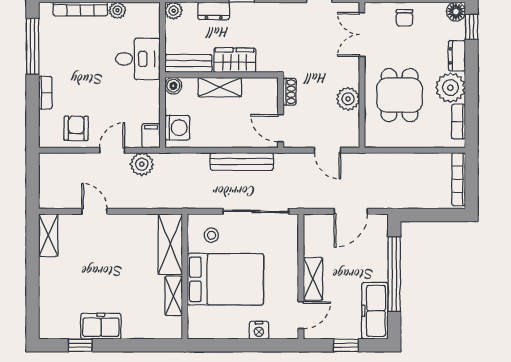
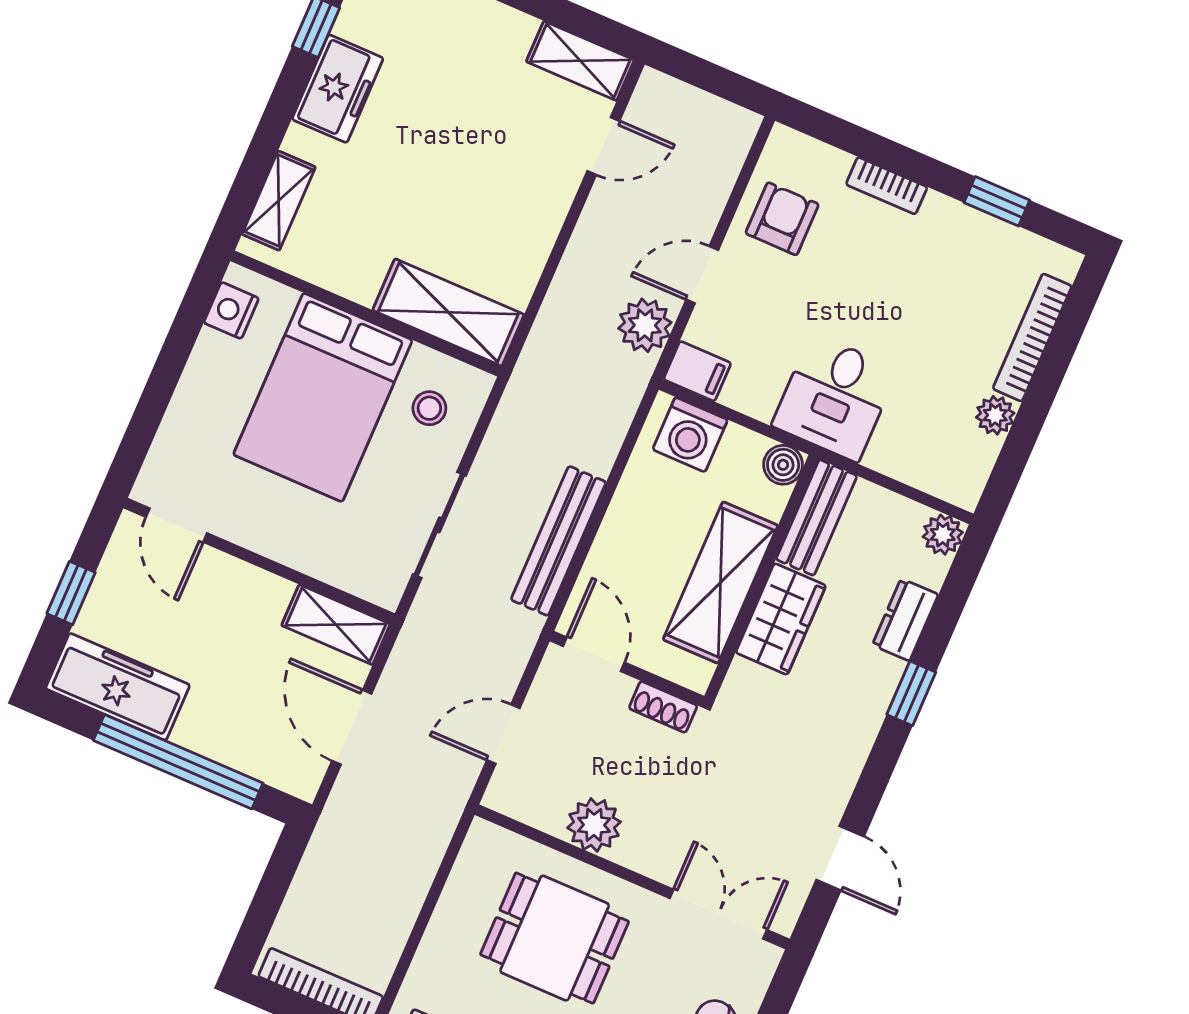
window: (33, 46) -> (997, 201), width x0.46
desk: (138, 59) -> (835, 397), moved
shelving: (220, 87) -> (720, 583), width x1.50, depth x1.33
armchair: (76, 128) -> (782, 219), turned -91
door: (281, 128) -> (594, 654), hinge flipped
door: (112, 150) -> (702, 275), swing flipped
door: (94, 211) -> (603, 146), moved
sliding door: (256, 211) -> (439, 525), width x0.73
shelving: (313, 279) -> (336, 625), moved
shelving: (174, 296) -> (279, 201), moved, turned 90
nightstand: (259, 330) -> (231, 310), moved

